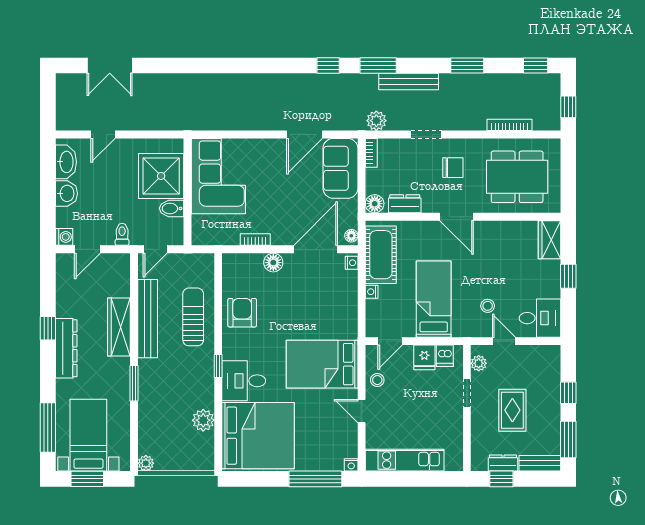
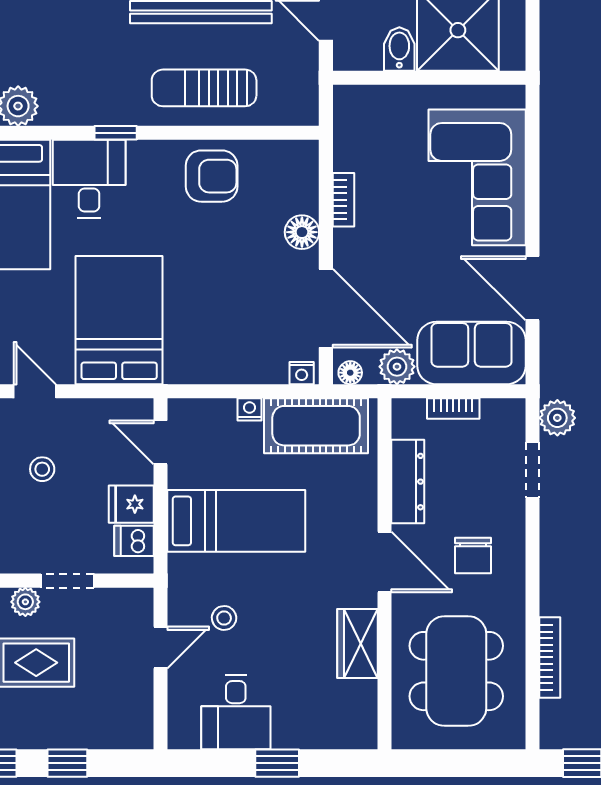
doorway: (426, 134) -> (533, 470), moved
bookcase: (371, 153) -> (453, 409), moved
corner sofa: (218, 176) -> (477, 177), moved, turned 90
floor lamp: (375, 204) -> (408, 415), removed
dresser: (405, 204) -> (408, 482), width x1.44
plant: (348, 210) -> (397, 367), added
door: (456, 217) -> (384, 562), swing flipped
wardrobe: (549, 240) -> (357, 644), moved, turned -90
sun lounger: (193, 317) -> (204, 88), turned 180
desk: (540, 318) -> (236, 712), moved
plant: (479, 363) -> (25, 602), moved
stool: (377, 380) -> (42, 469), moved
door: (362, 411) -> (35, 391), hinge flipped

